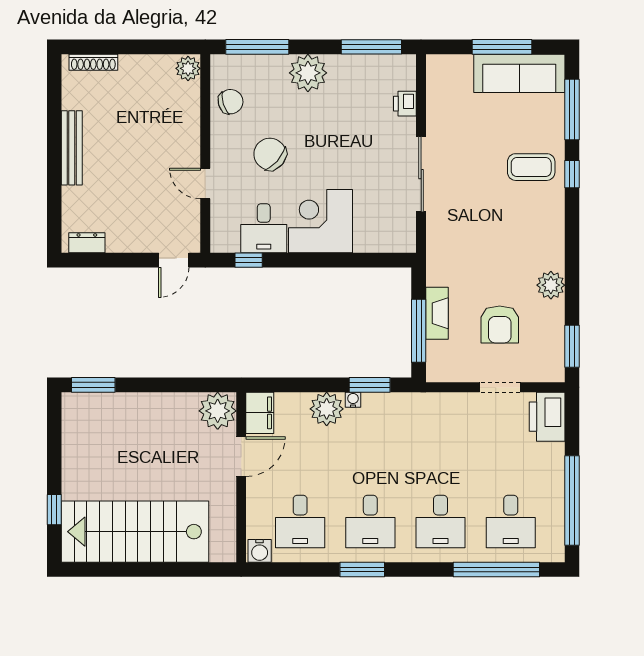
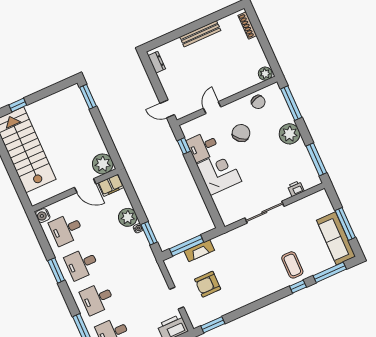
plant: (551, 285) -> (238, 301), removed

